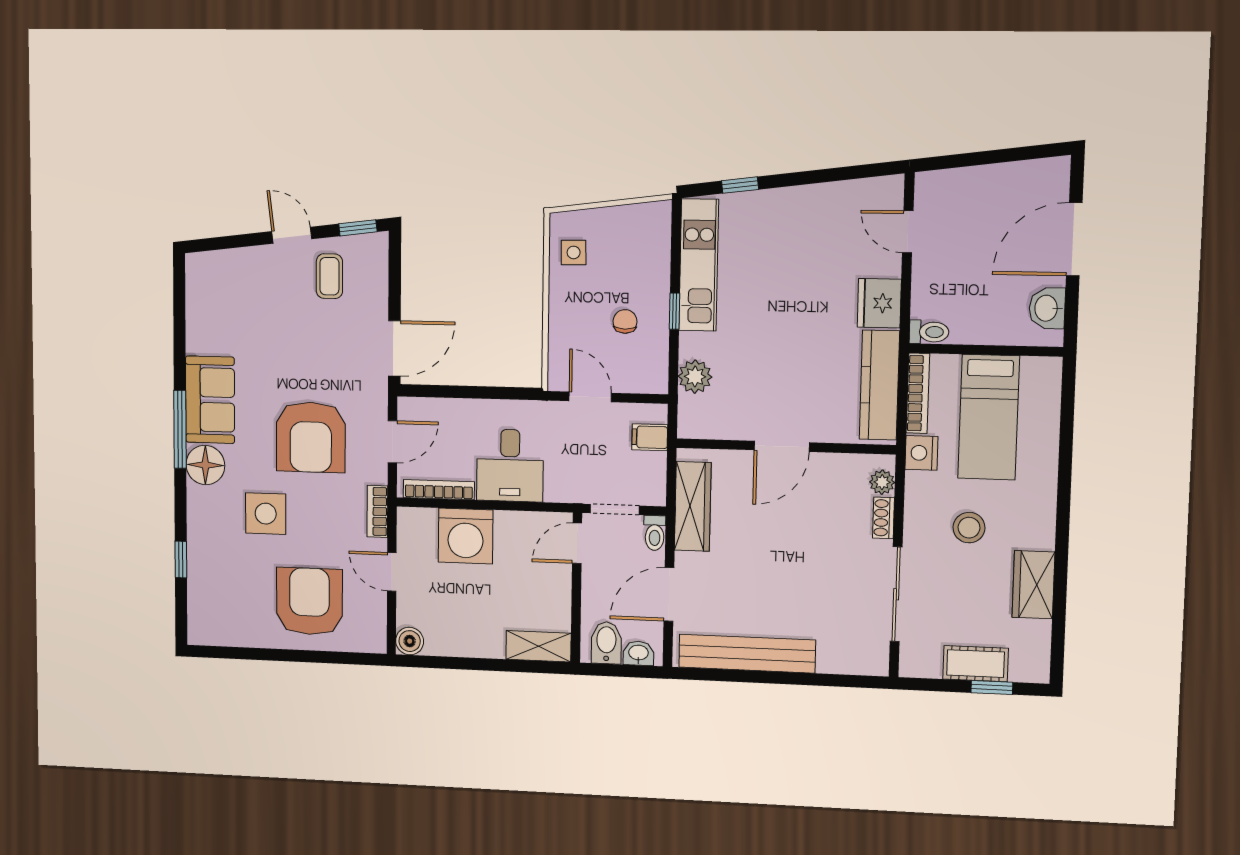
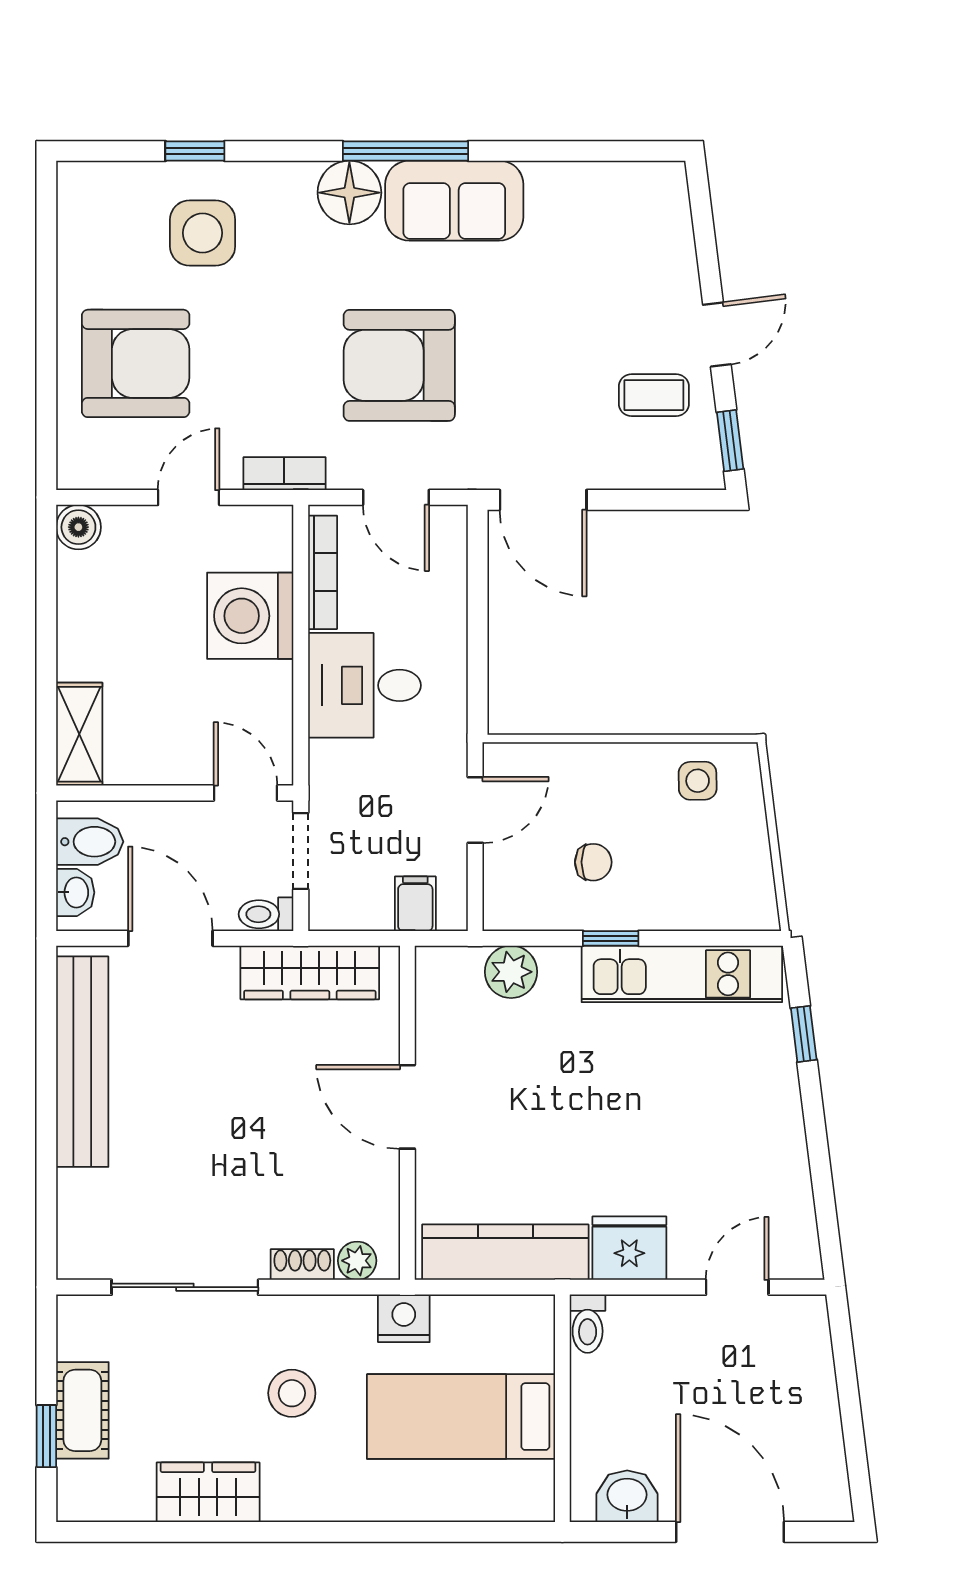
bookcase: (918, 393) -> (494, 1310), removed
side table: (266, 514) -> (203, 233), moved

